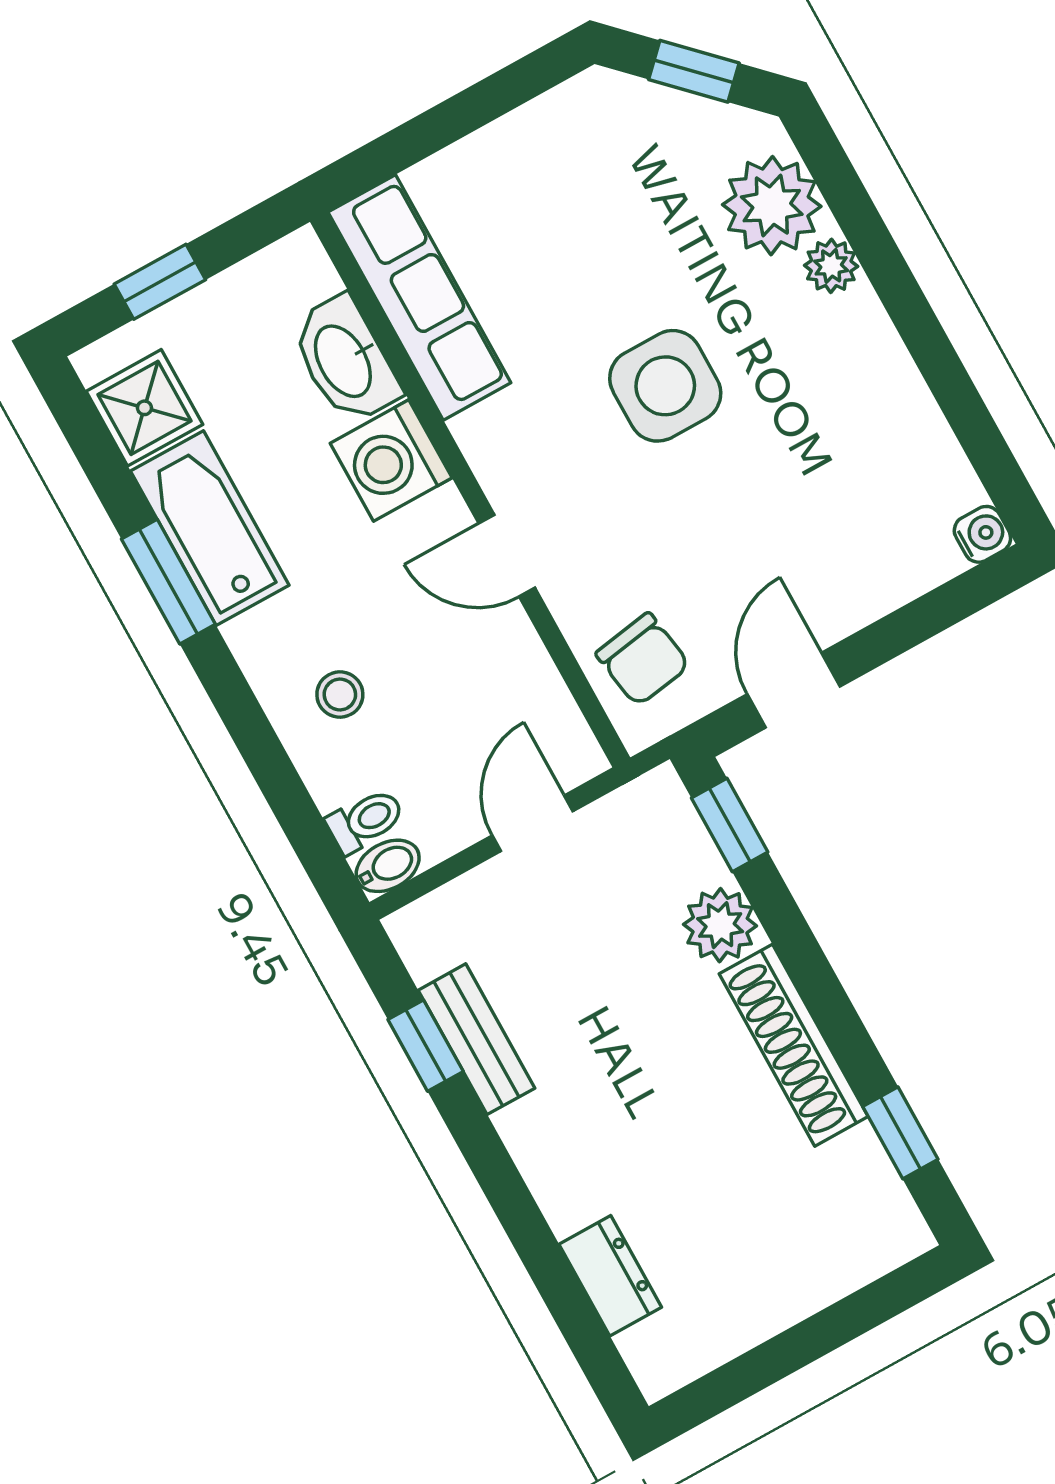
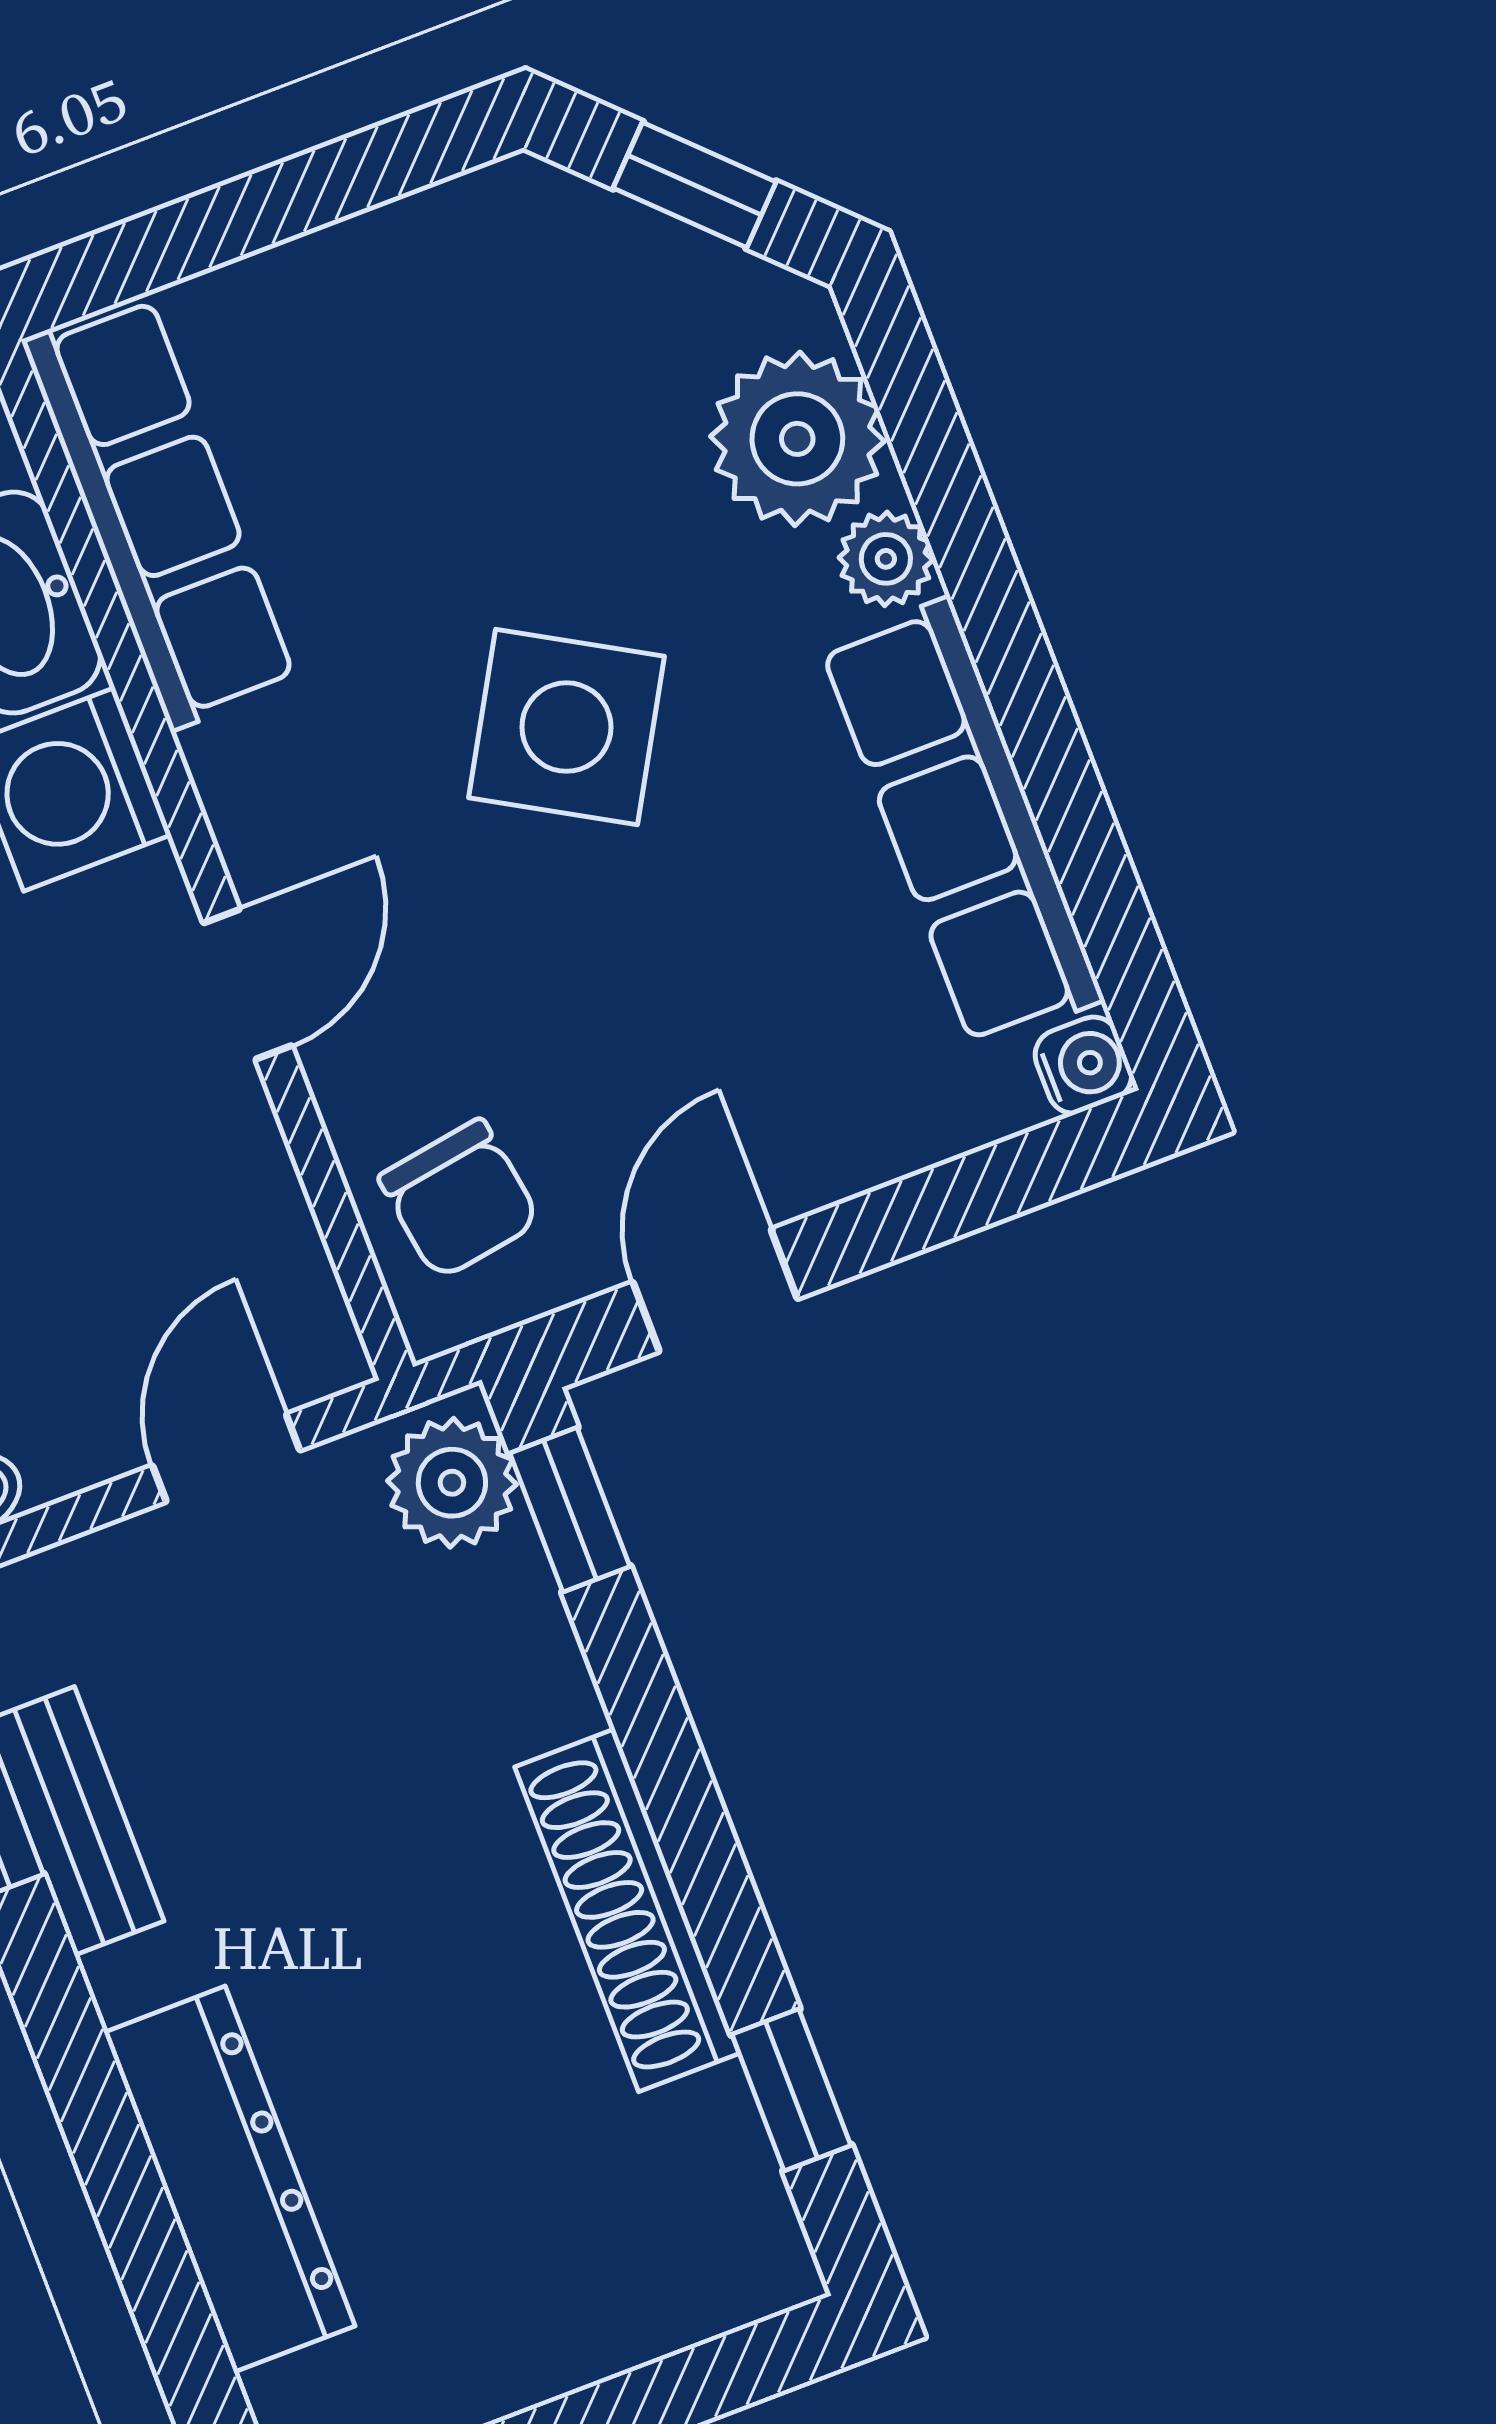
side table: (665, 386) -> (566, 727), turned 30
row of seats: (895, 408) -> (962, 823), added
door: (507, 556) -> (248, 984), swing flipped
plant: (720, 925) -> (452, 1483), moved
dresser: (610, 1276) -> (229, 2179), width x1.96, depth x1.24

